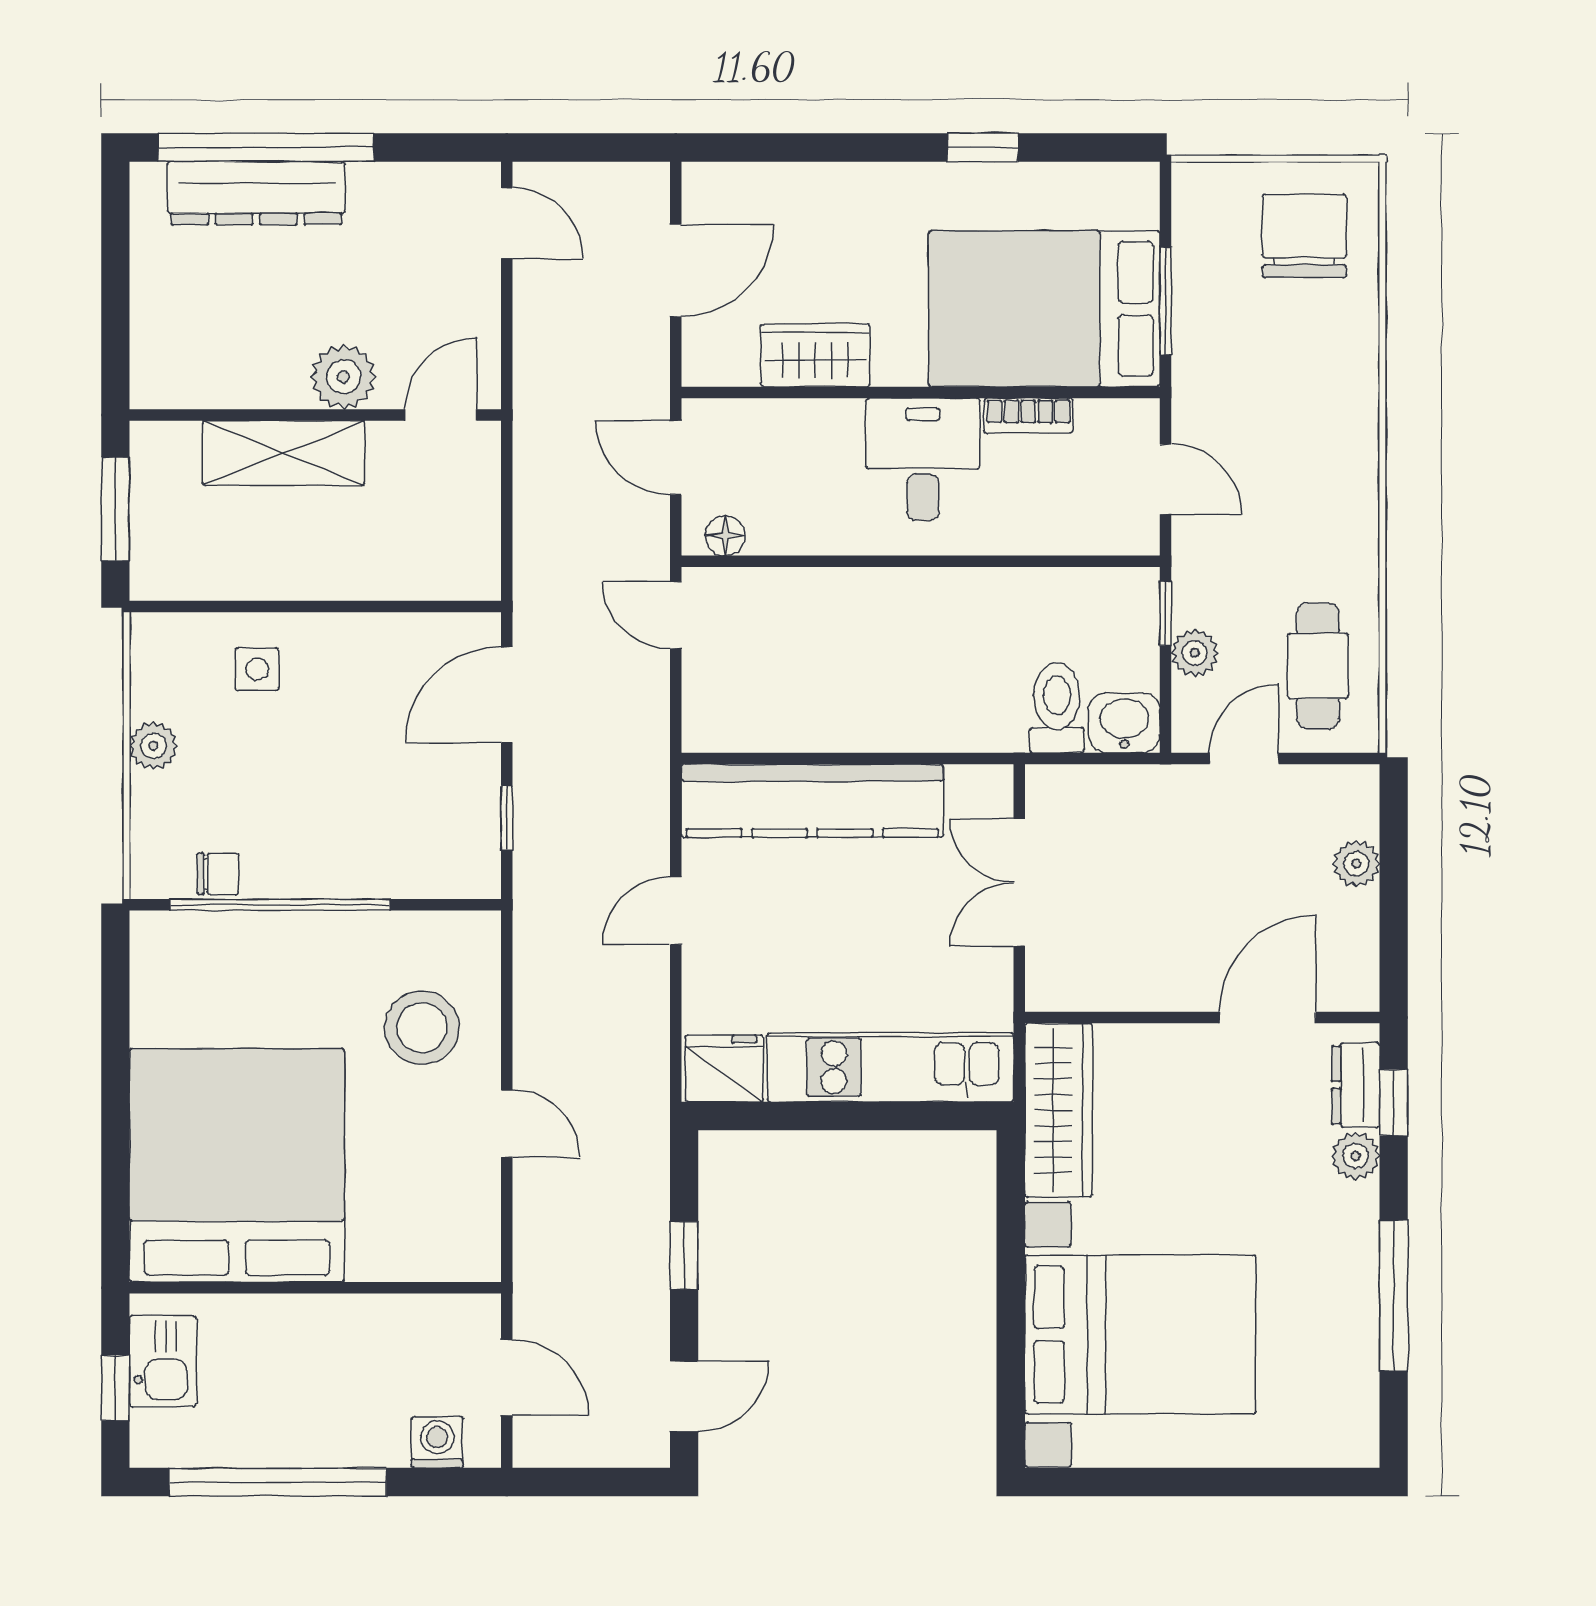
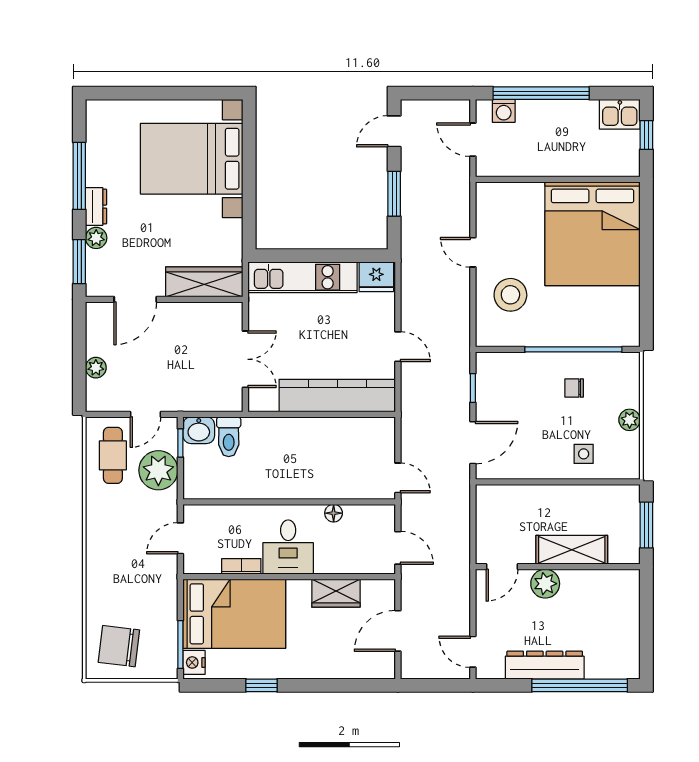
dresser: (256, 193) -> (545, 665), moved
nightstand: (1135, 199) -> (194, 662), added
chair: (1304, 236) -> (119, 646), turned 97
window: (1166, 301) -> (180, 644), moved
door: (1166, 479) -> (180, 538), hinge flipped
floor lamp: (725, 536) -> (334, 513), moved
window: (1166, 613) -> (180, 443), moved
plant: (1195, 653) -> (158, 470), width x1.87, depth x1.87
chair: (218, 874) -> (574, 388), moved
door: (676, 911) -> (398, 347), hinge flipped
dresser: (1356, 1085) -> (96, 207), moved
window: (1394, 1102) -> (79, 262), width x1.50
wardrobe: (1058, 1110) -> (204, 282), moved, turned 90
window: (684, 1256) -> (394, 194), width x1.50
kitchen sink: (163, 1361) -> (620, 114), moved, turned -90
window: (278, 1482) -> (541, 93), moved

